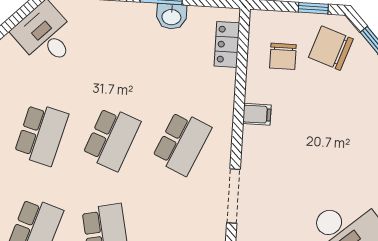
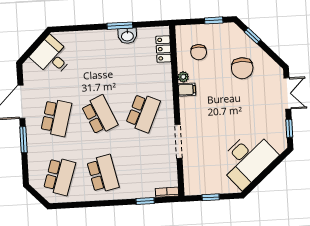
chair: (331, 48) -> (242, 68), moved, turned -109
plant: (253, 93) -> (183, 77), added
school desk: (112, 139) -> (100, 115), turned -45

